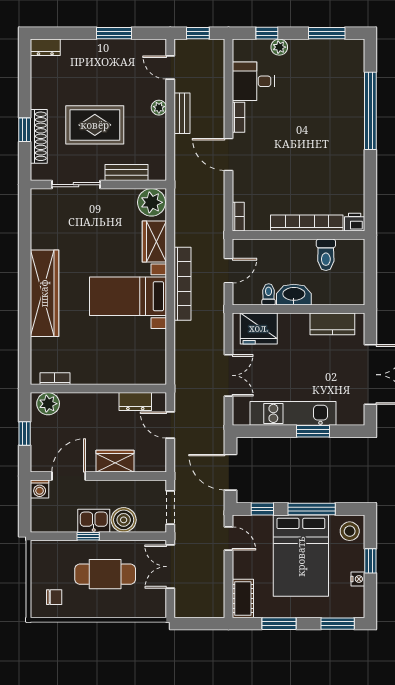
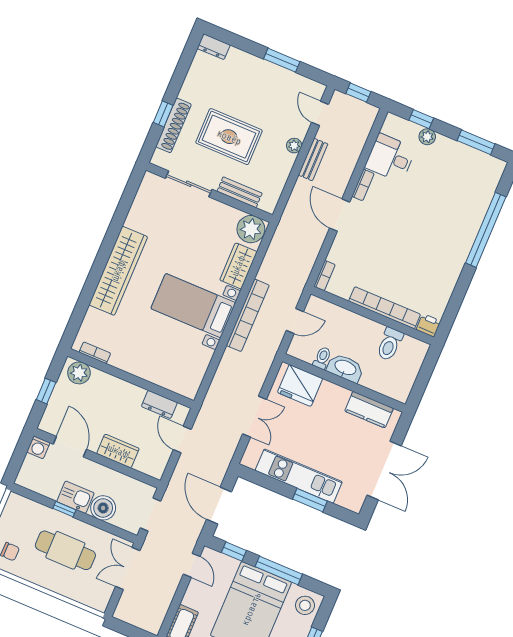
door: (69, 476) -> (70, 447), hinge flipped

